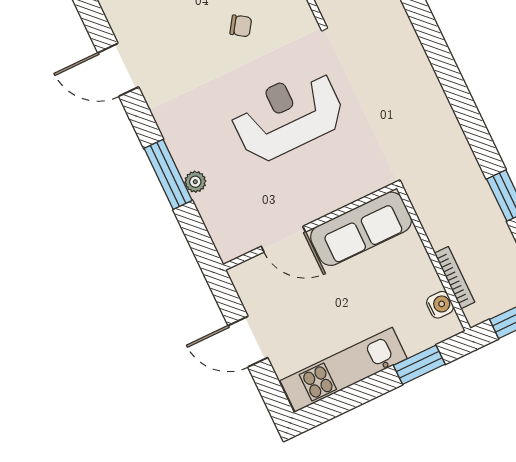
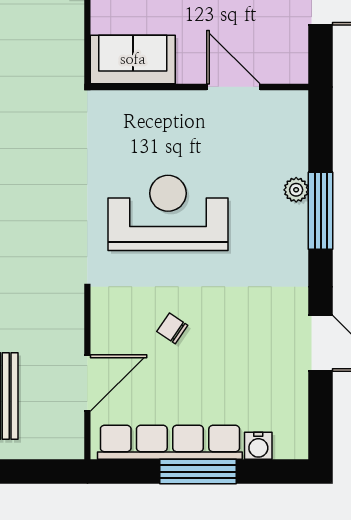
reception desk: (288, 115) -> (168, 213), turned 180
sofa: (361, 229) -> (133, 59), width x0.73

